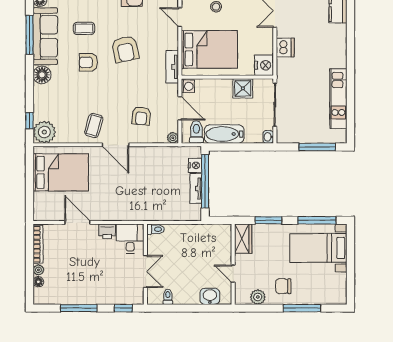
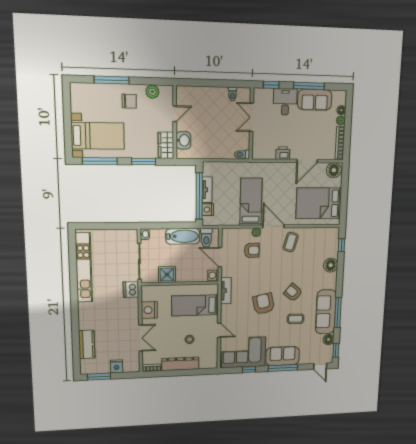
dishwasher: (285, 48) -> (131, 290), moved
bed: (209, 49) -> (195, 305), width x0.67
armchair: (88, 62) -> (293, 292), turned -140
nightstand: (264, 65) -> (149, 310), moved
floor lamp: (42, 75) -> (331, 265), moved
kitchen unit: (338, 99) -> (84, 268), width x1.36
armchair: (141, 116) -> (252, 250), turned 83
plant: (44, 132) -> (330, 236), removed
plant: (173, 138) -> (256, 232), moved
window: (317, 147) -> (101, 226), removed
bed: (144, 174) -> (251, 202), added
floor lamp: (44, 212) -> (334, 170), added
door: (77, 222) -> (307, 161), hinge flipped
desk: (130, 239) -> (285, 102), moved, turned 180
door: (233, 274) -> (175, 114), hinge flipped
sofa: (71, 293) -> (315, 100), added
washbasin: (210, 296) -> (183, 140), moved, turned -90

